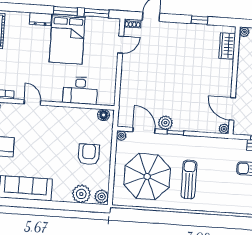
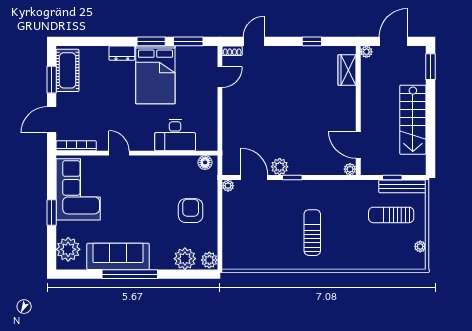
parasol: (147, 176) -> (262, 232), removed
window: (35, 204) -> (130, 274), added

